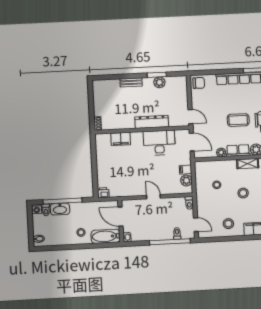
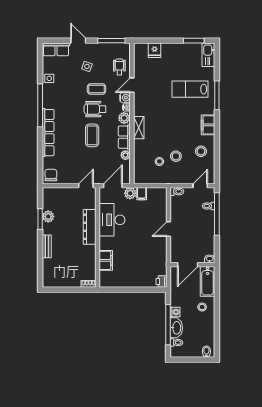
plant: (186, 180) -> (130, 193), moved
stool: (243, 193) -> (176, 156), moved
washing machine: (37, 209) -> (175, 312), moved

